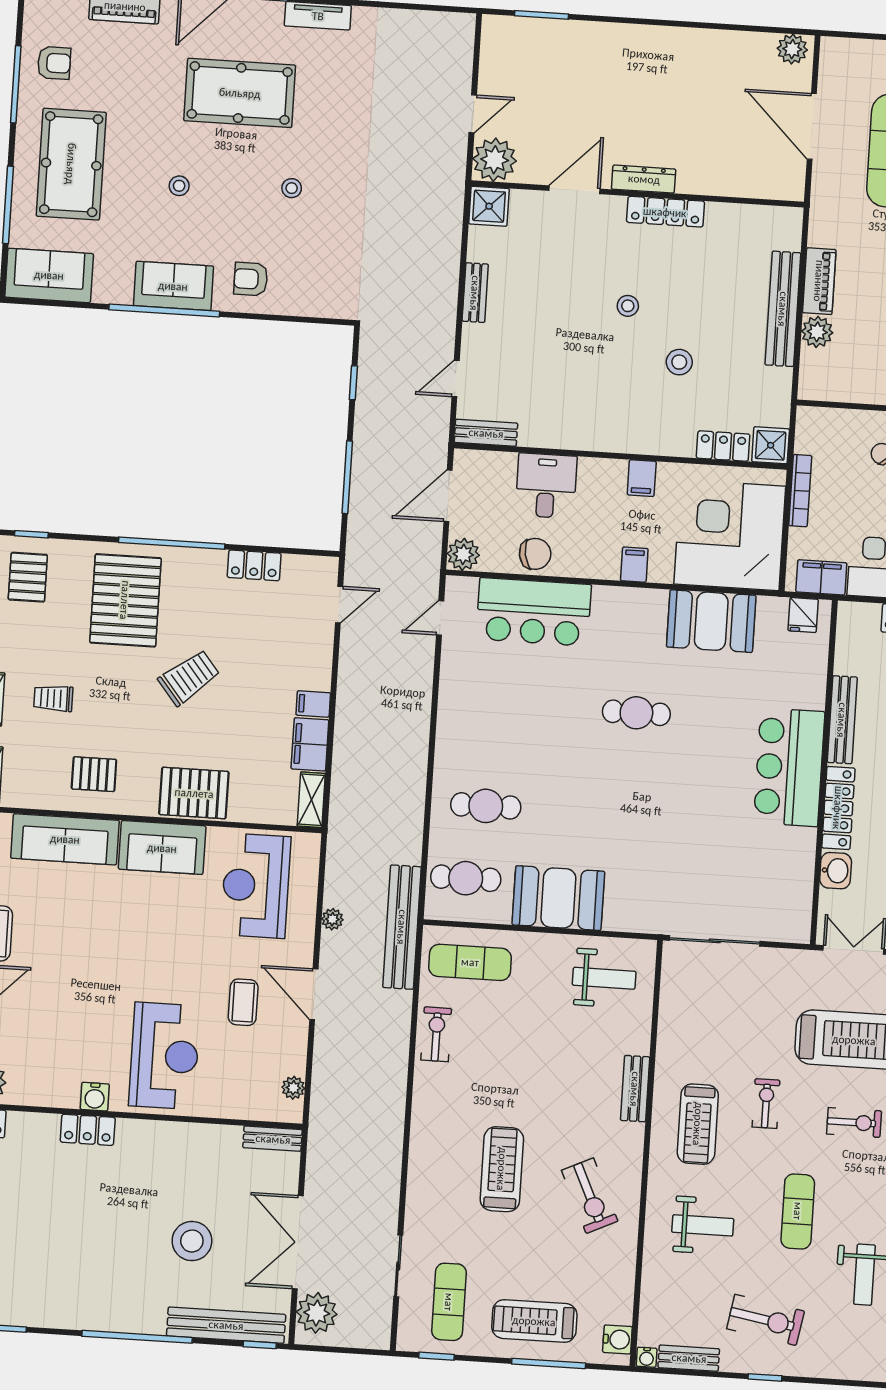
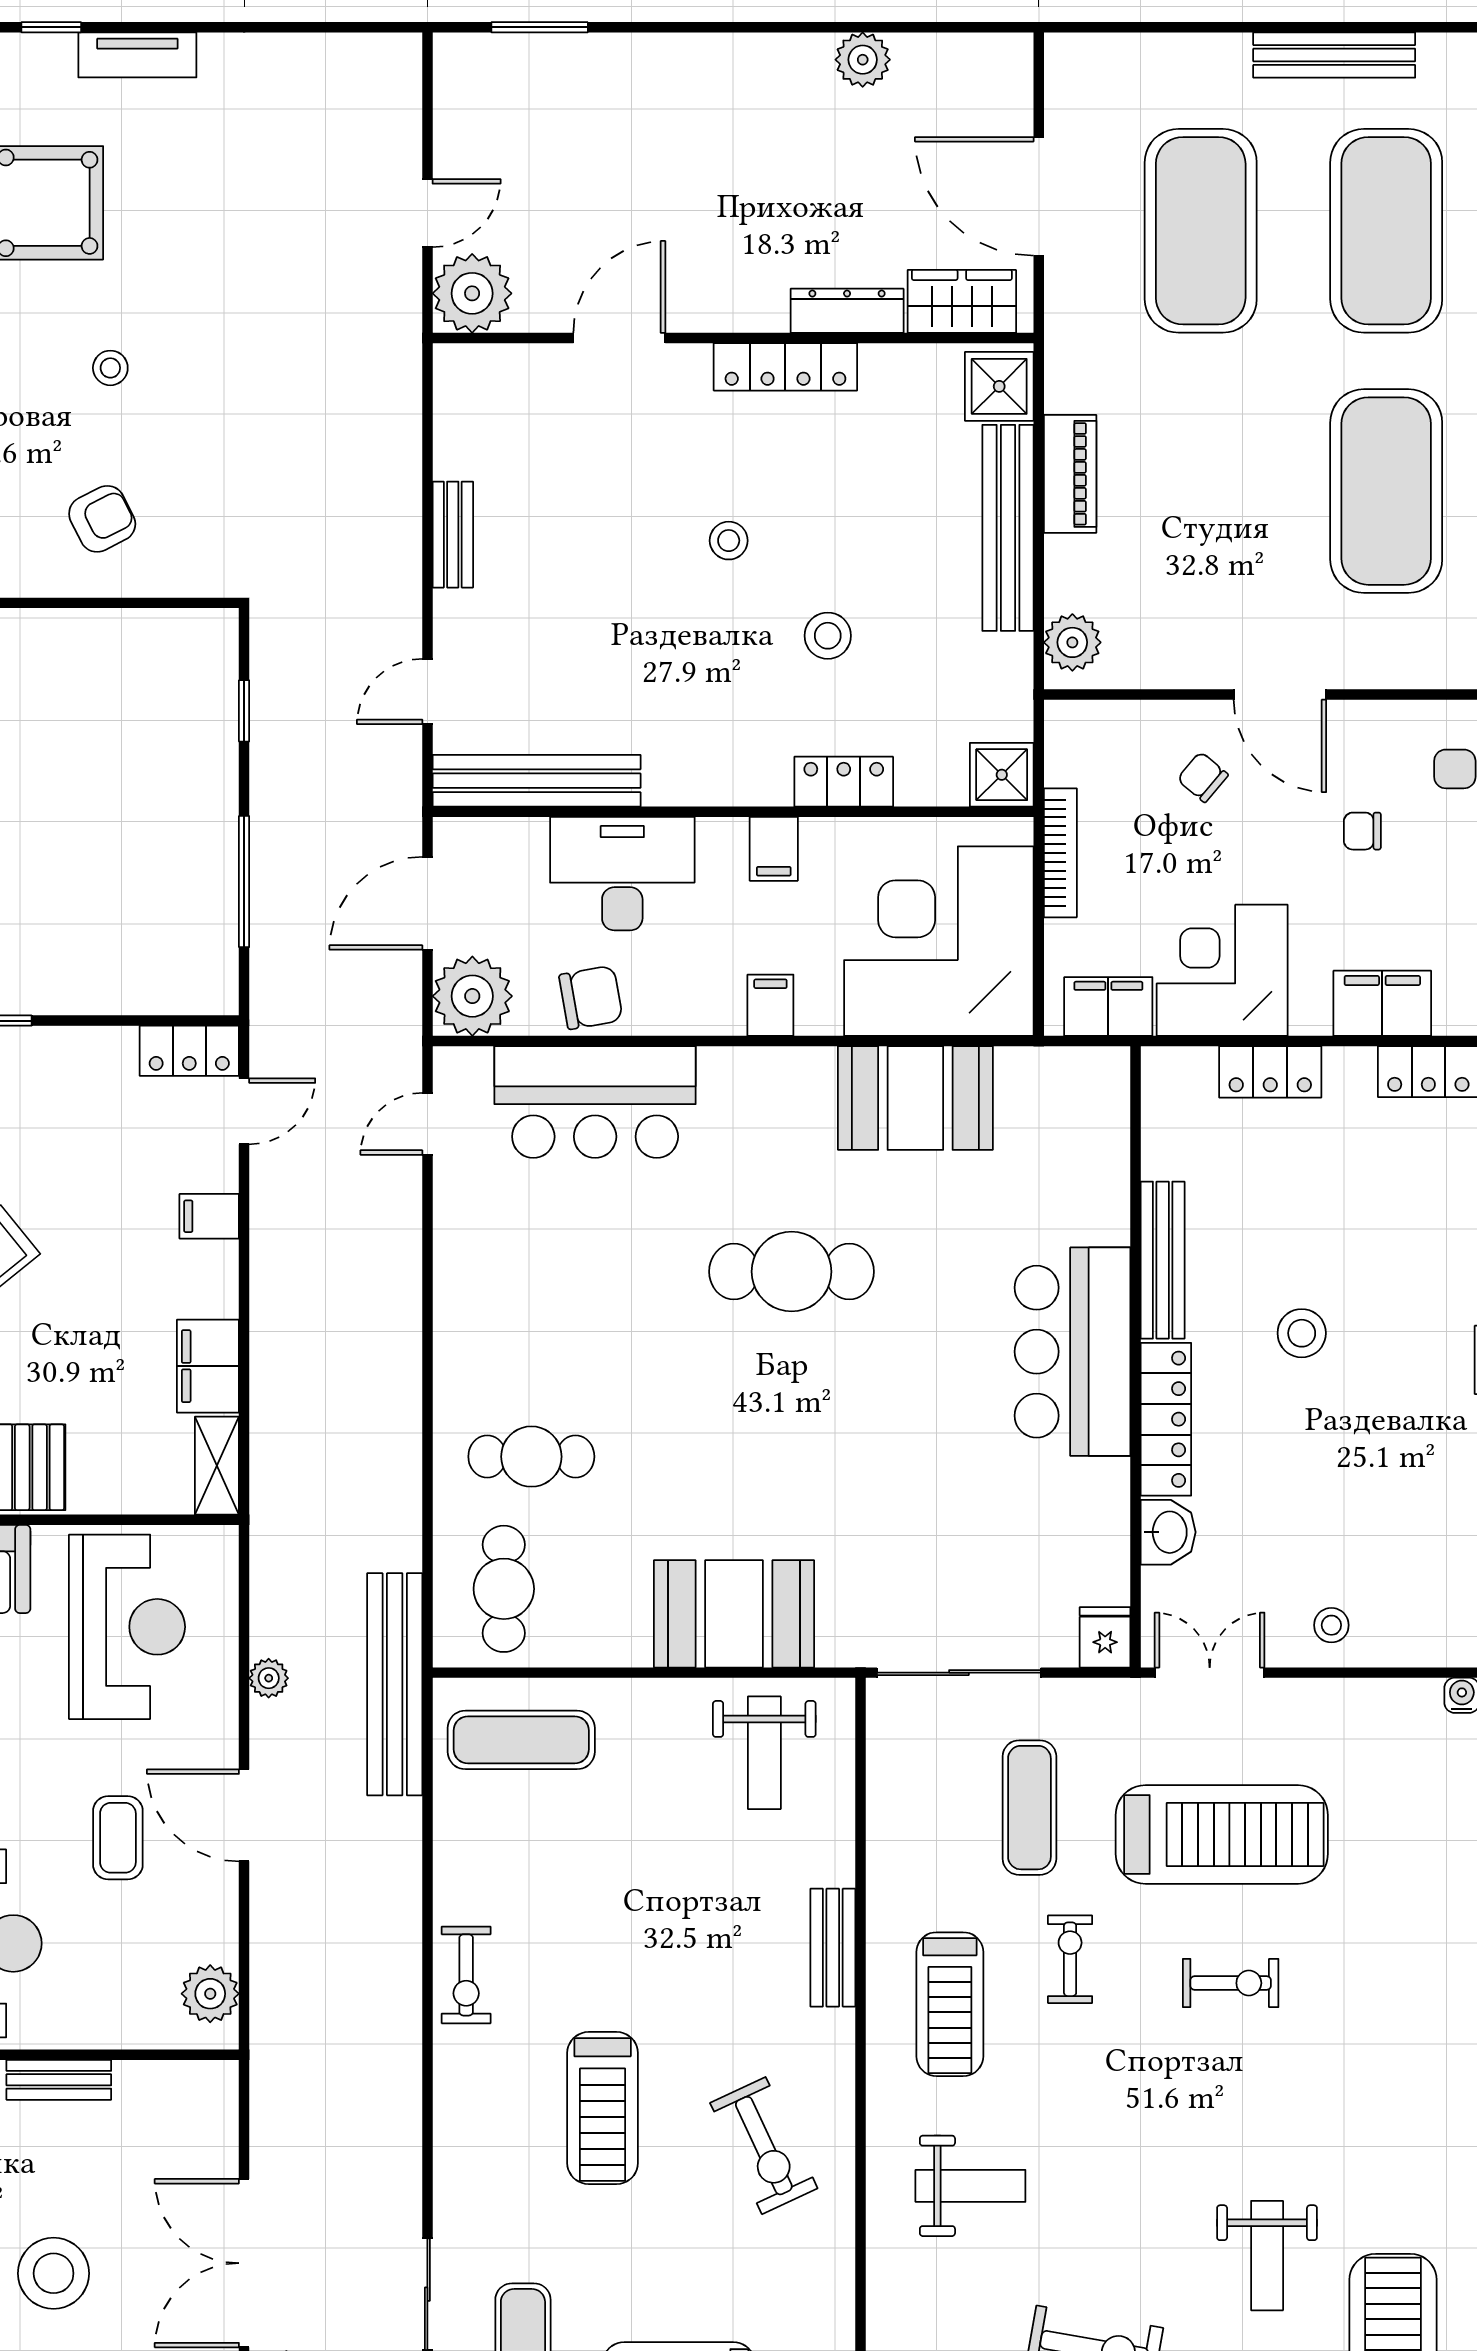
plant: (792, 49) -> (863, 60), moved
dresser: (644, 179) -> (847, 311), moved
wardrobe: (765, 182) -> (962, 301), added
shower: (489, 206) -> (999, 386), moved
armchair: (251, 279) -> (102, 519), moved, turned 153
plant: (817, 332) -> (1072, 642), moved
bench: (486, 433) -> (537, 781), width x1.86, depth x1.21
locker: (723, 446) -> (844, 782), moved
desk: (546, 486) -> (622, 874), width x1.37
plant: (463, 554) -> (472, 996), width x1.36, depth x1.36
locker: (254, 565) -> (189, 1051), moved
fridge: (803, 615) -> (1105, 1637), moved, turned 180
filing cabinet: (313, 704) -> (209, 1216), moved
cafe table: (636, 713) -> (792, 1272), width x1.37, depth x1.35
cafe table: (466, 878) -> (504, 1589), turned 90
reception desk: (256, 886) -> (127, 1627), turned 180
booth: (558, 898) -> (734, 1614), moved
weight bench: (604, 978) -> (764, 1753), turned 90
exercise bike: (436, 1034) -> (466, 1975), moved, turned 180
plant: (293, 1088) -> (210, 1994), width x1.38, depth x1.38
bench: (273, 1139) -> (59, 2080), moved
treadmill: (502, 1169) -> (603, 2108), turned 180
exercise mat: (798, 1211) -> (1029, 1808), moved

